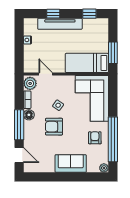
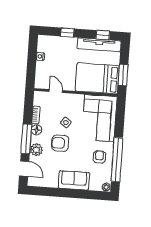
tv unit: (60, 24) -> (99, 45), moved
bed: (87, 63) -> (97, 78), width x1.50
plant: (30, 83) -> (36, 150), moved

